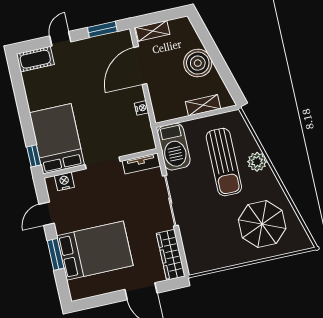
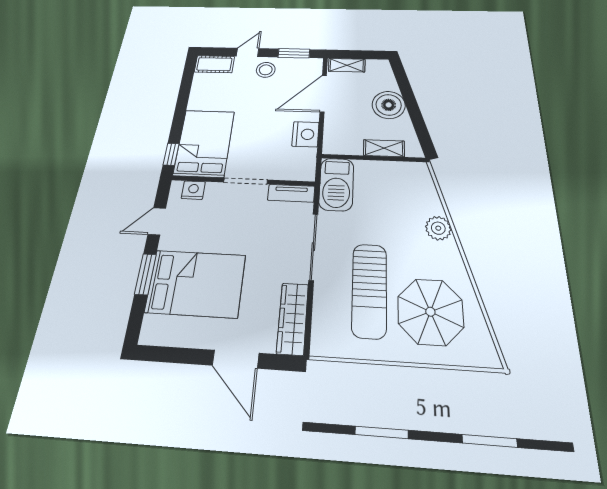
stool: (83, 54) -> (266, 70), added
nightstand: (142, 108) -> (305, 134), width x1.89, depth x1.79
sun lounger: (224, 162) -> (369, 290), moved

